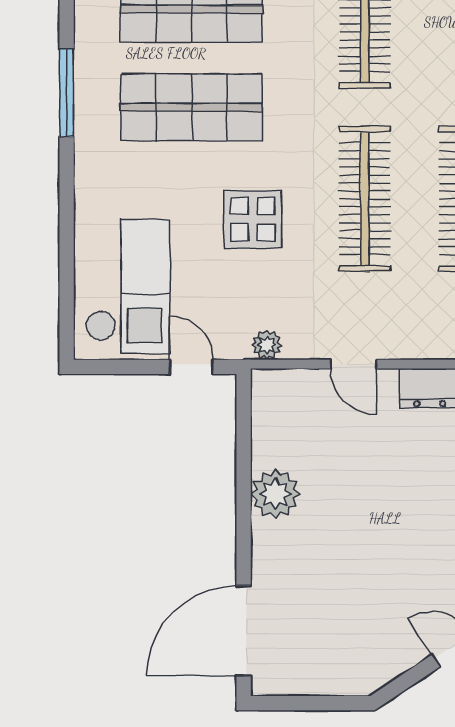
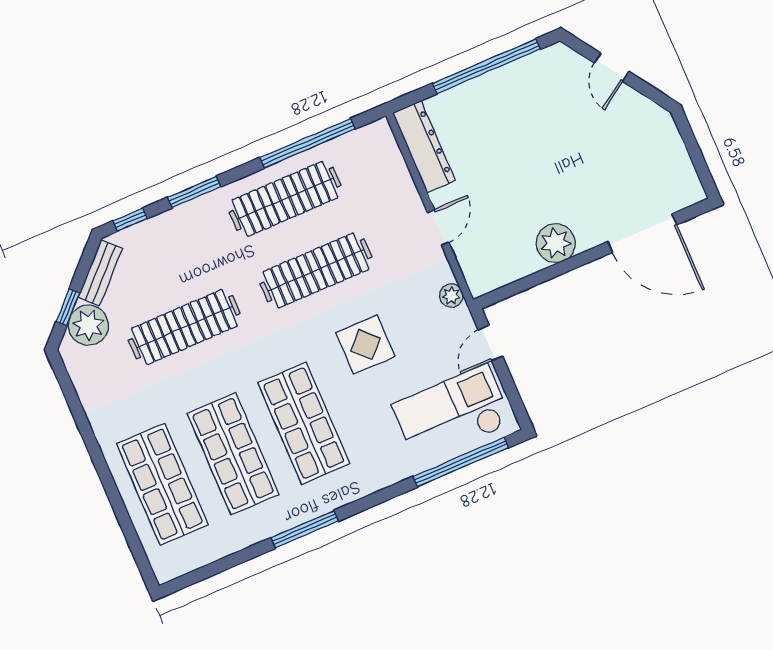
window: (67, 93) -> (305, 529), moved
window: (67, 272) -> (461, 462), added
door: (244, 631) -> (642, 233), moved

